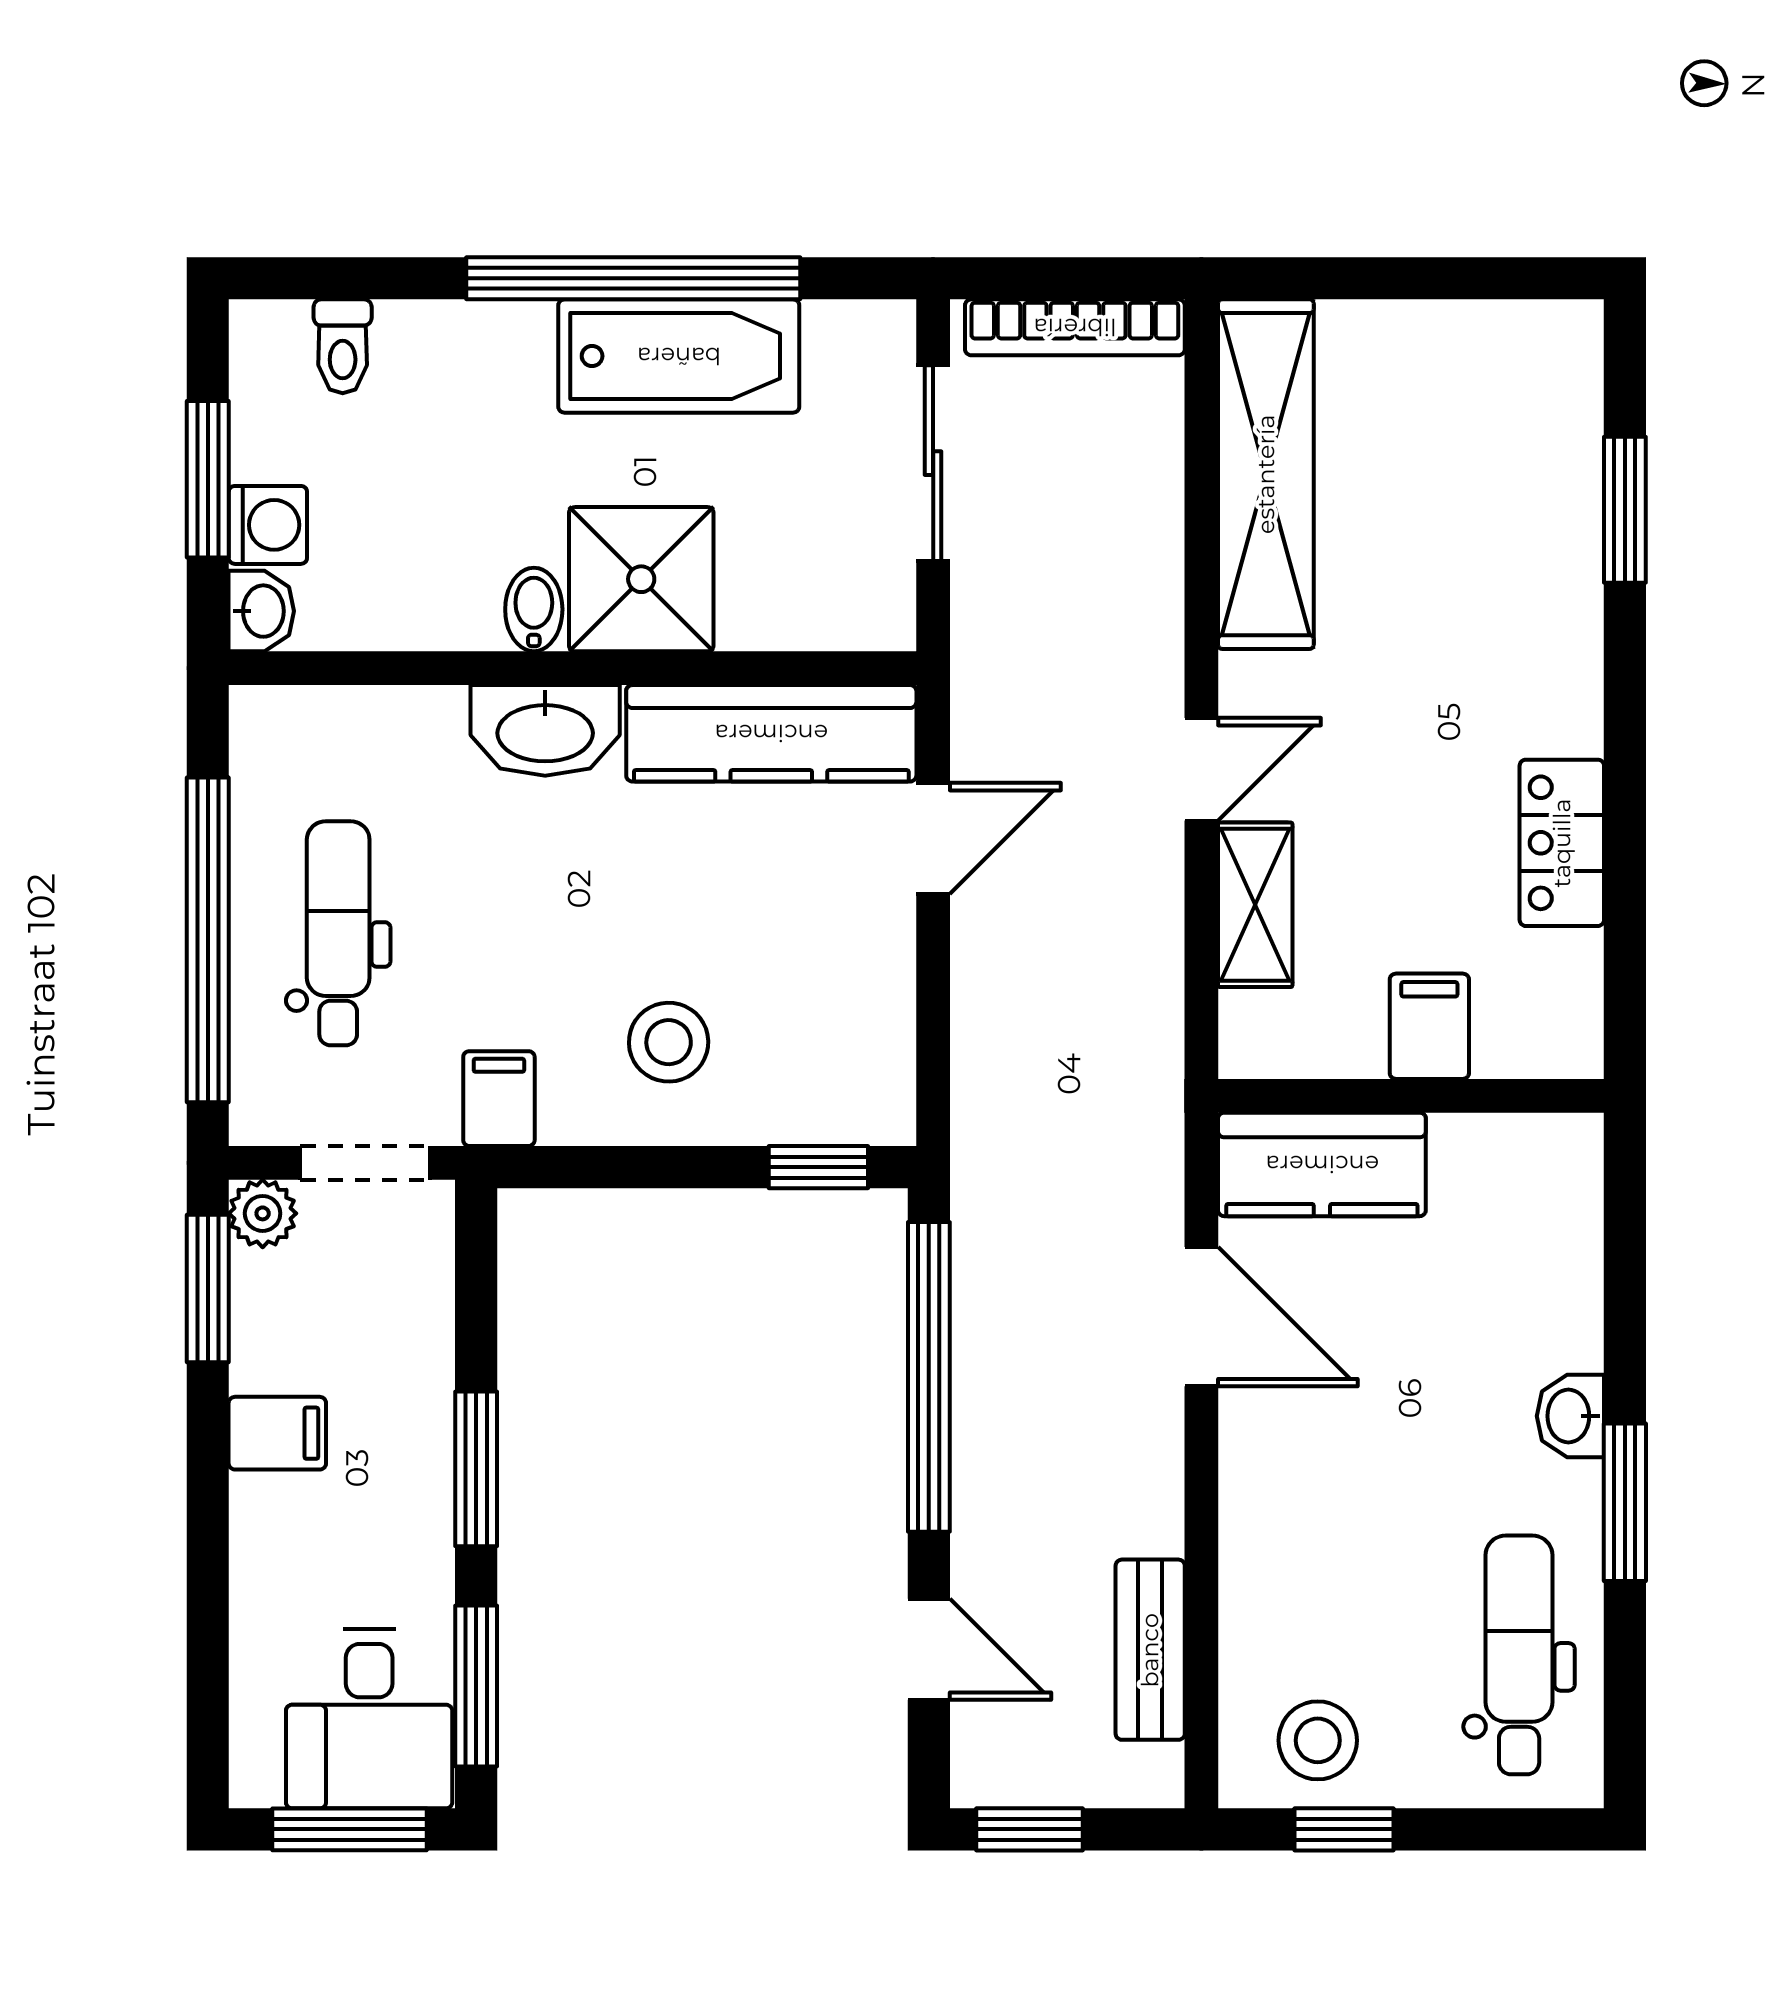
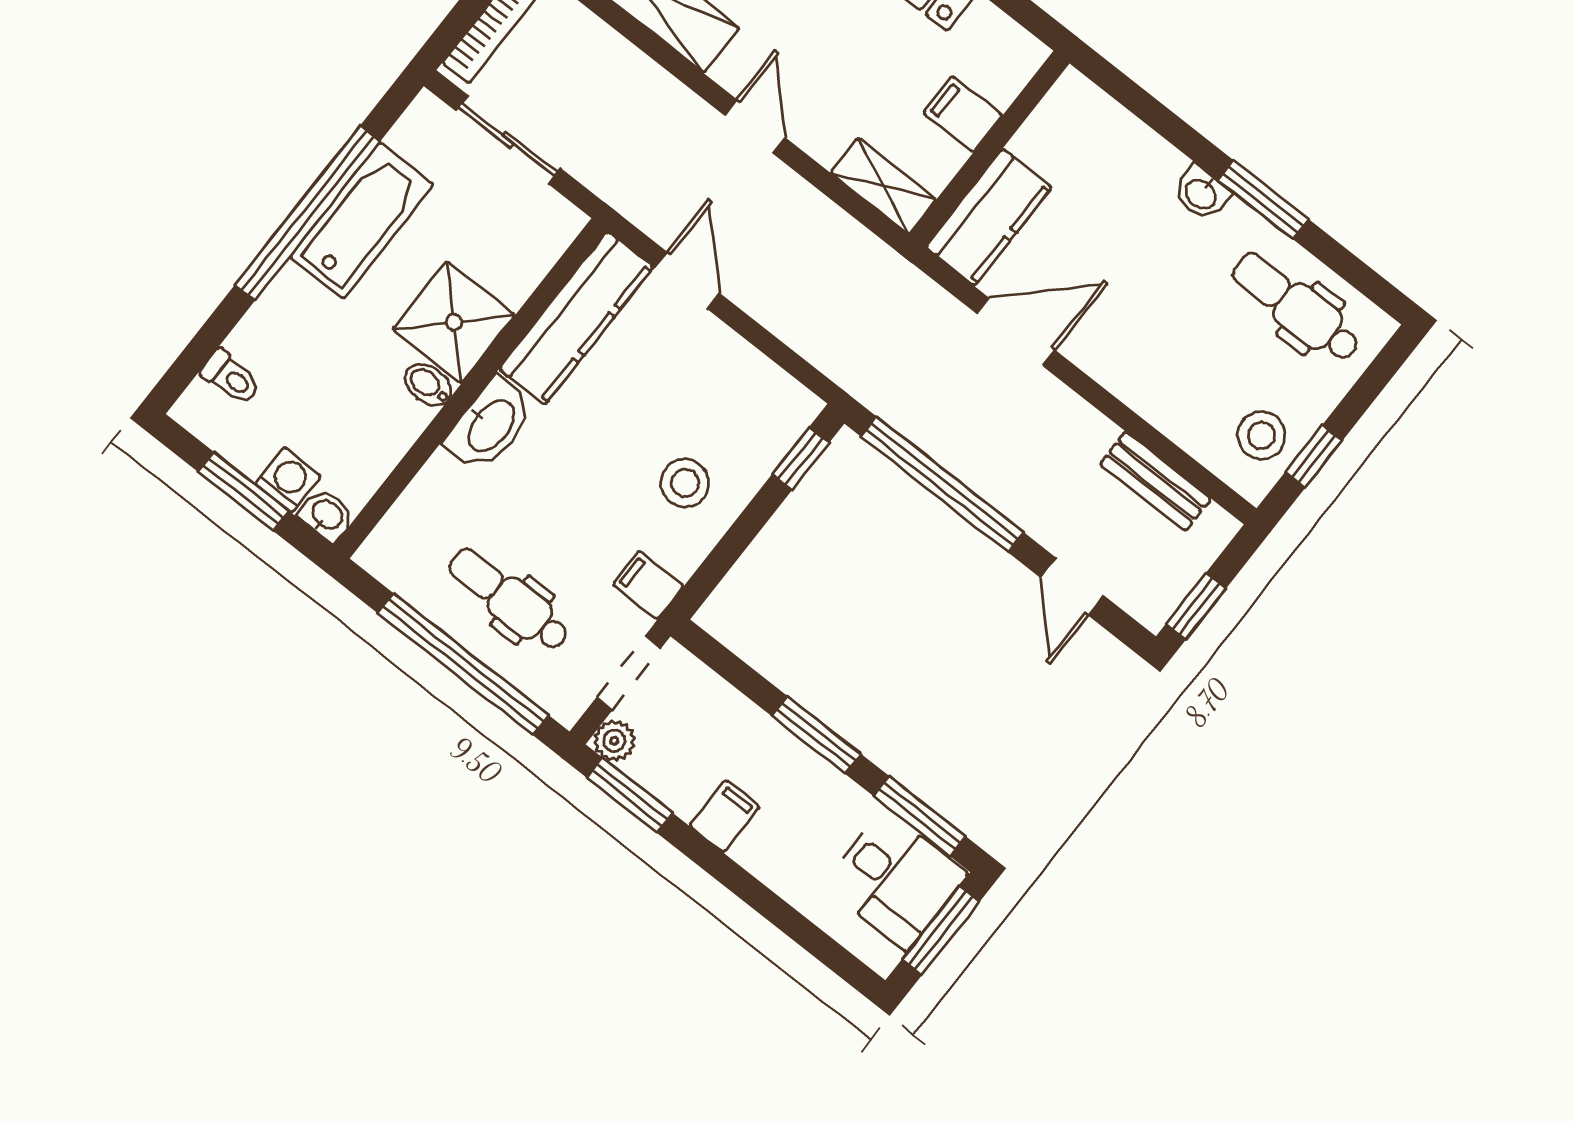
shelving: (1255, 905) -> (883, 186), moved
door: (929, 1649) -> (1072, 587), swing flipped

